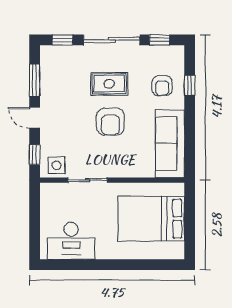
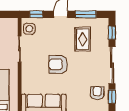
rug: (109, 84) -> (83, 39), moved
armchair: (162, 86) -> (97, 93), moved, turned 90

